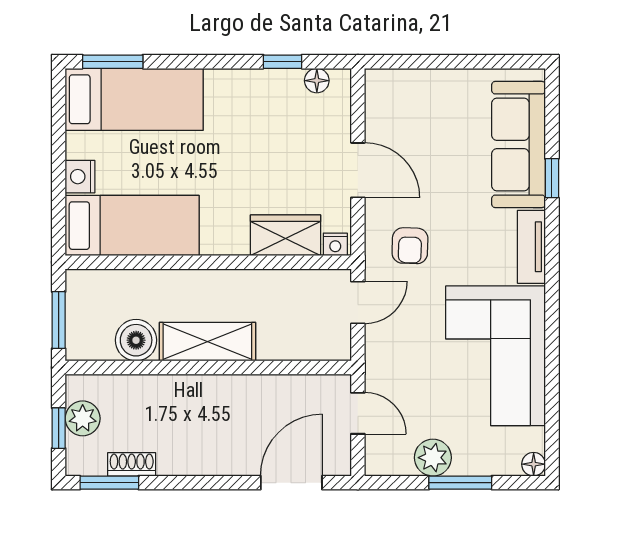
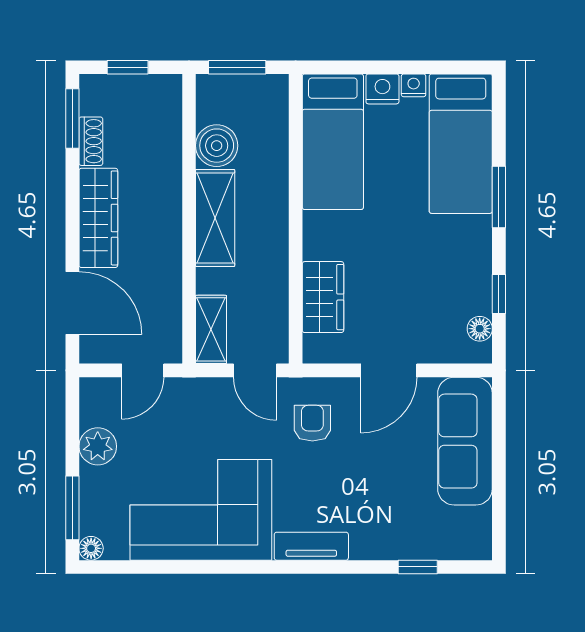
window: (113, 62) -> (499, 197), moved
sofa: (519, 145) -> (465, 441), moved, turned -90
window: (552, 178) -> (418, 567), moved
nightstand: (335, 244) -> (414, 85), moved, turned 90
armchair: (410, 246) -> (312, 423), turned 88
shelving: (318, 346) -> (211, 329), added
plant: (83, 418) -> (137, 91), removed
wardrobe: (207, 457) -> (98, 218), added
window: (460, 483) -> (72, 508), moved

